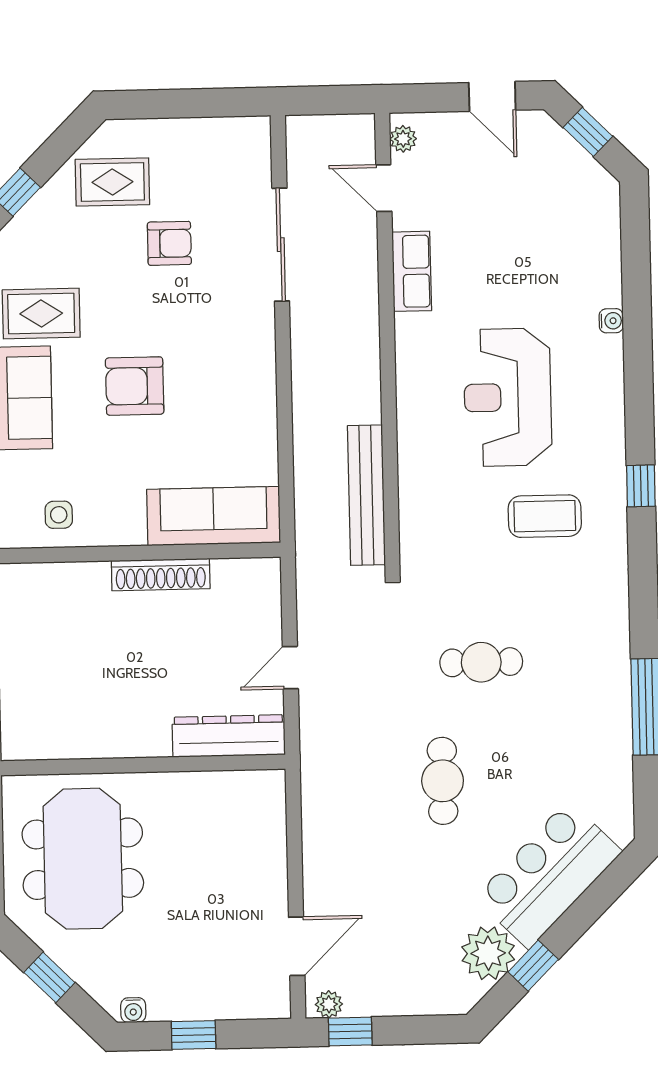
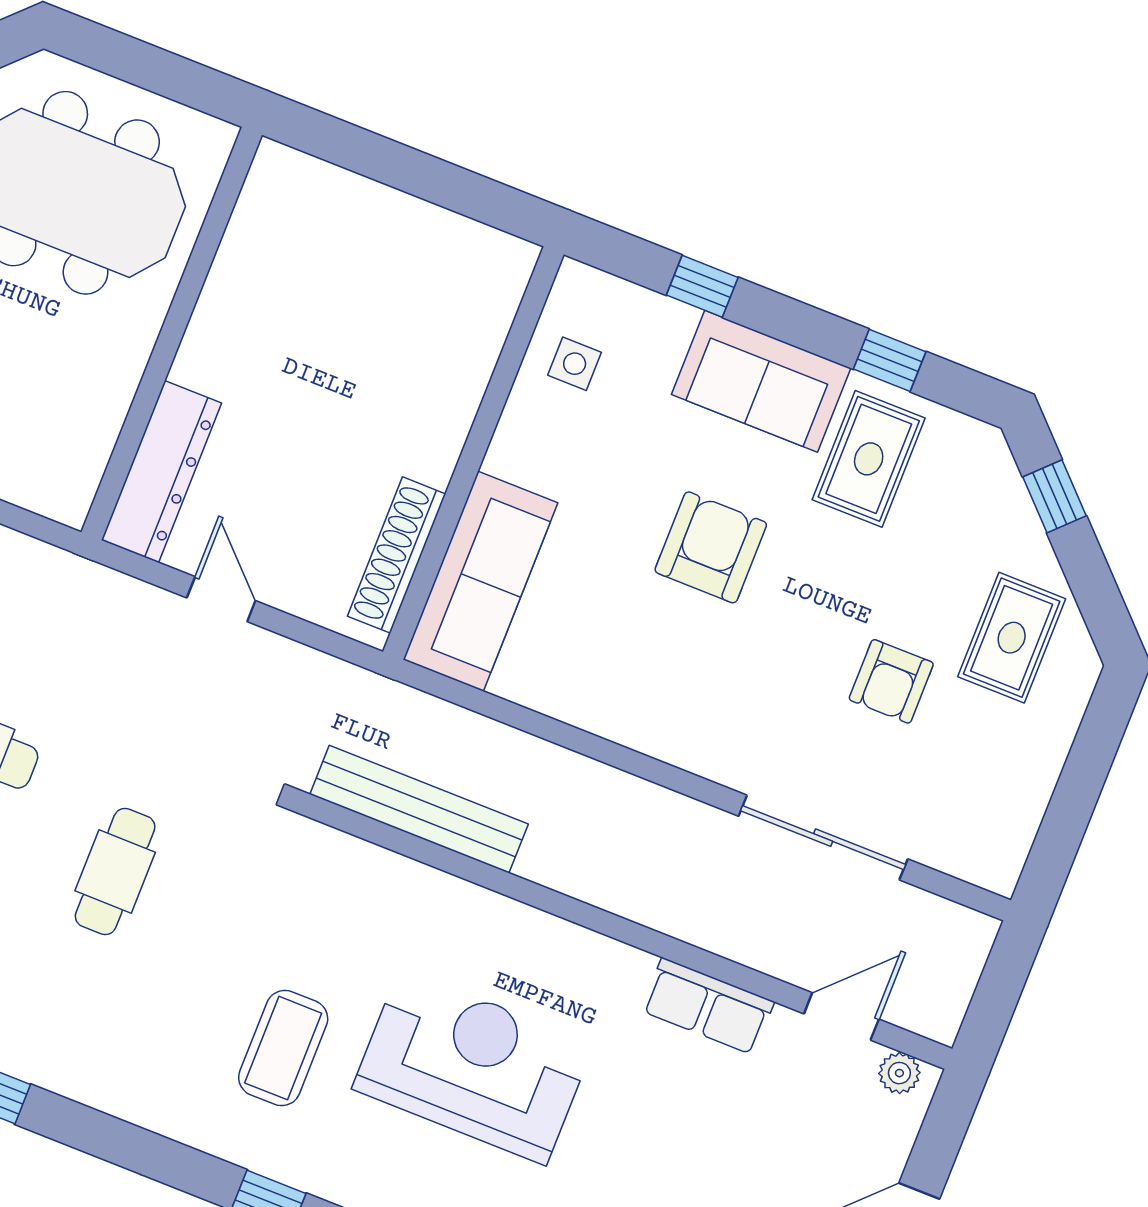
shoe rack: (161, 575) -> (397, 555), moved

